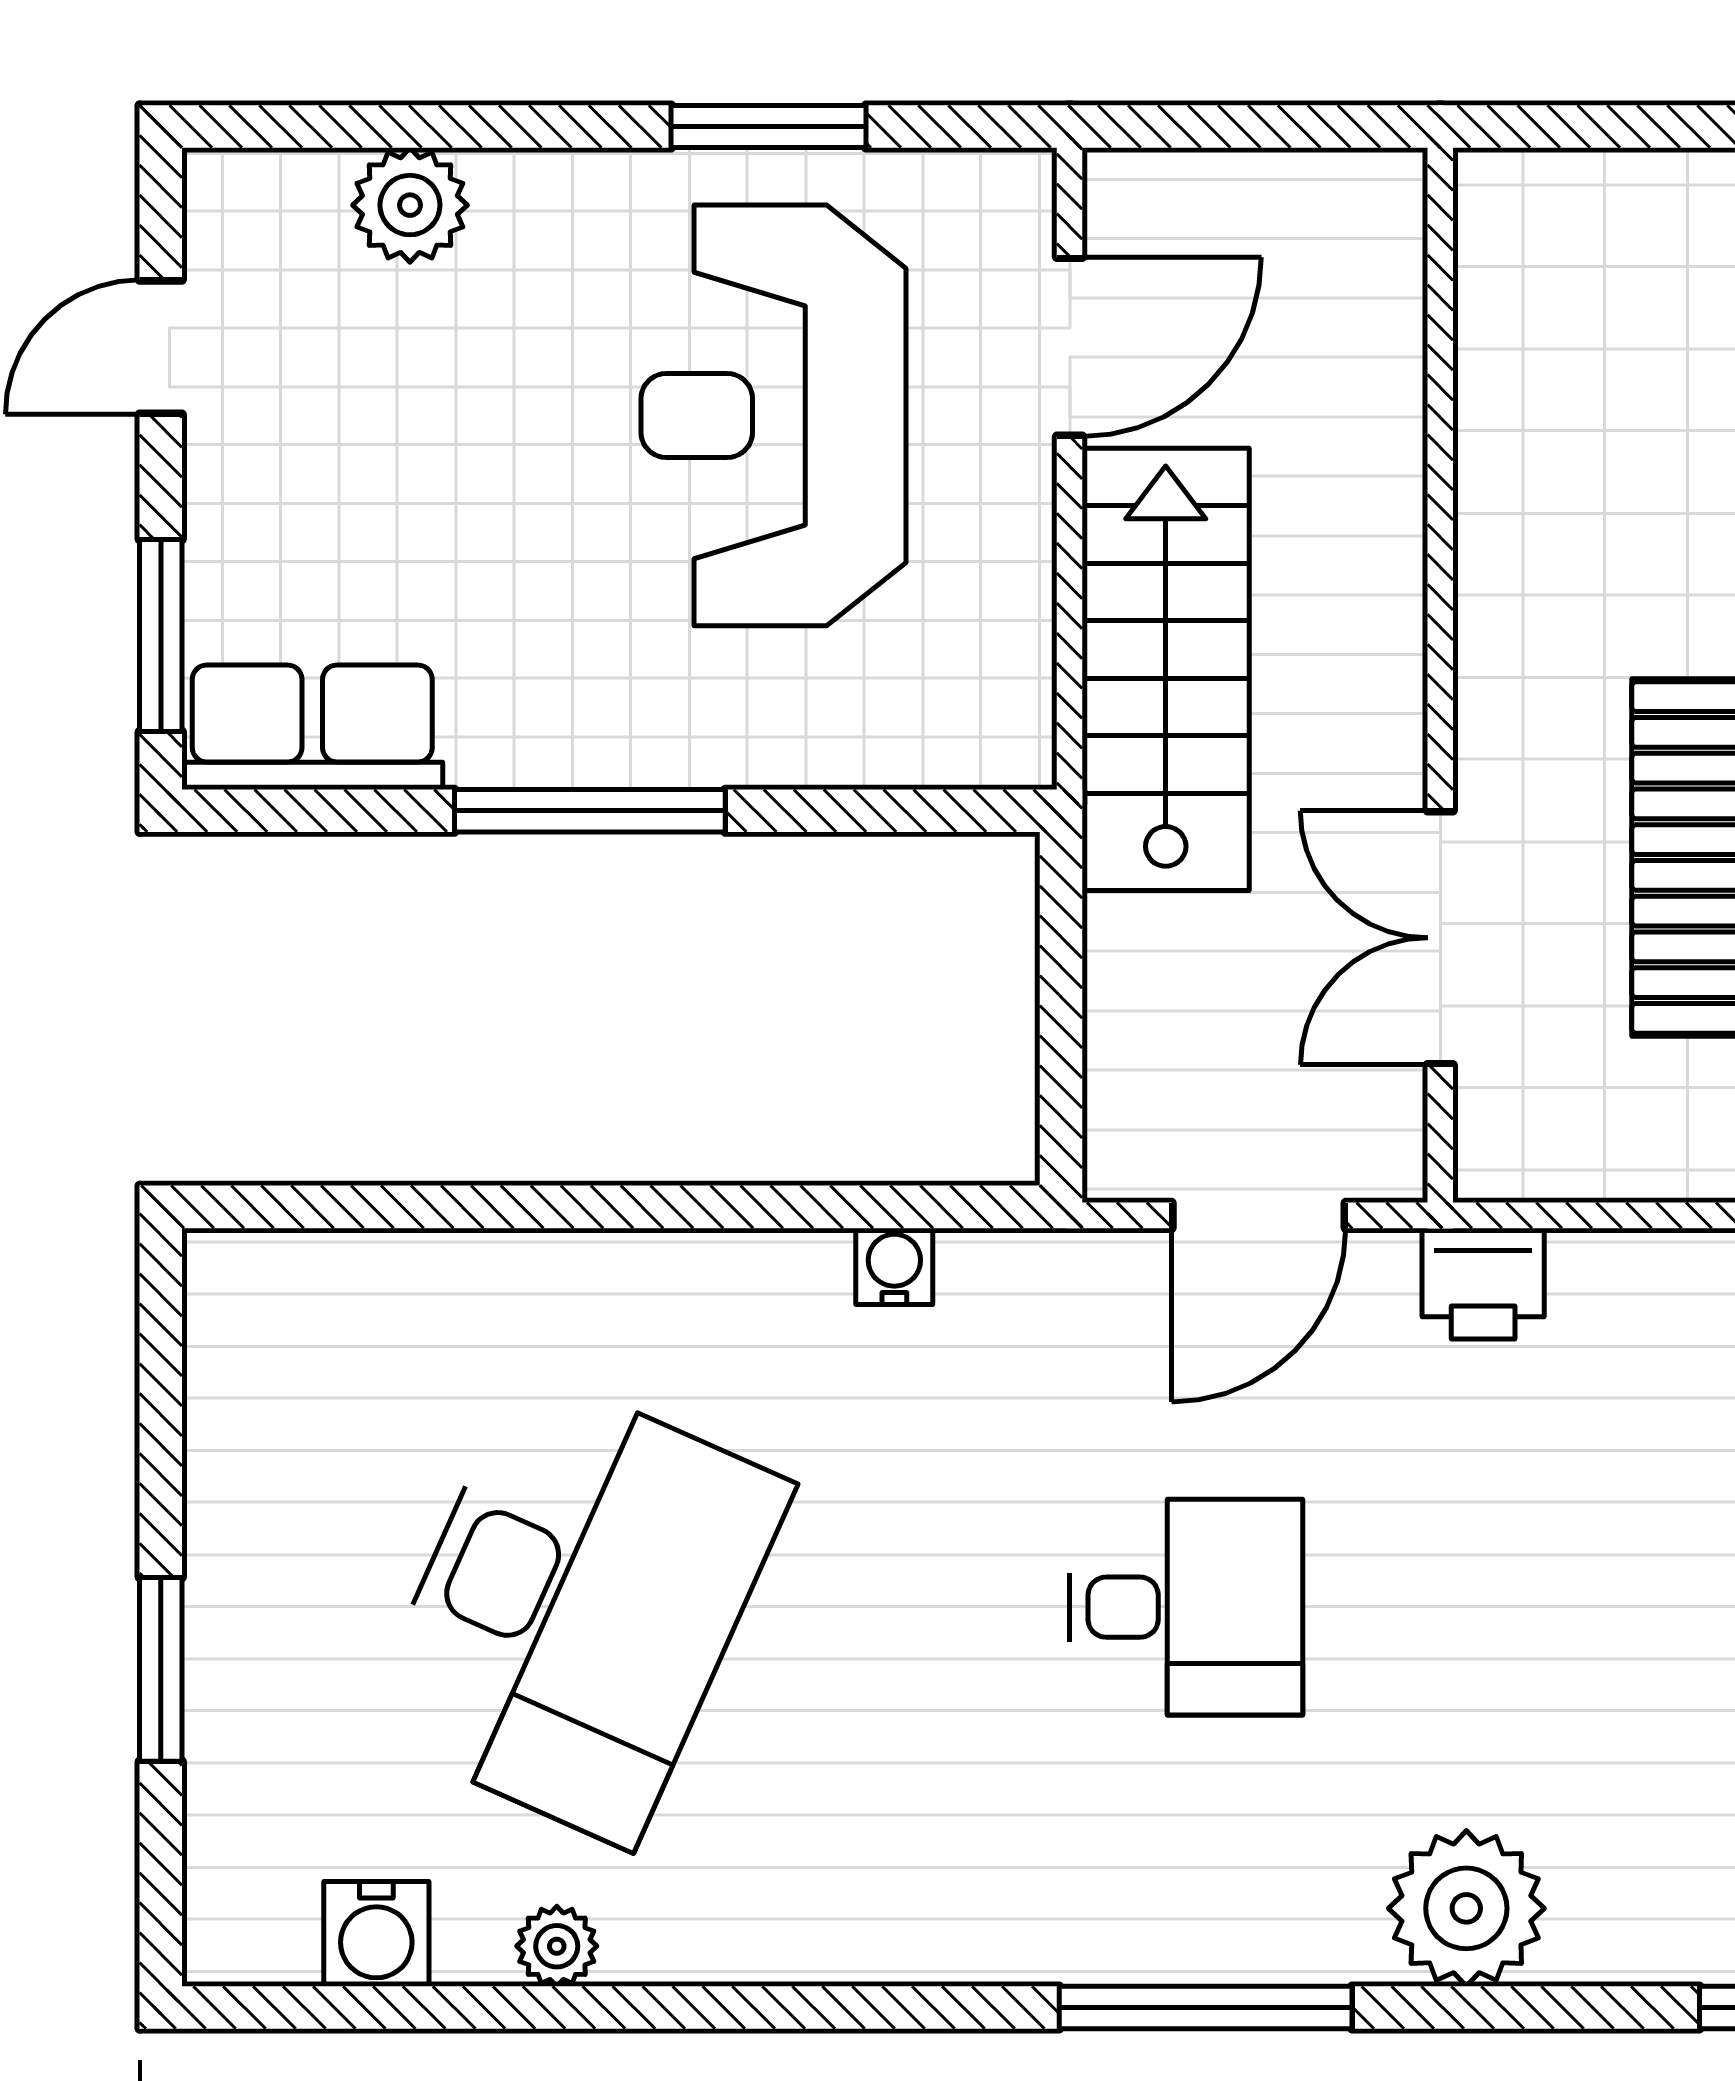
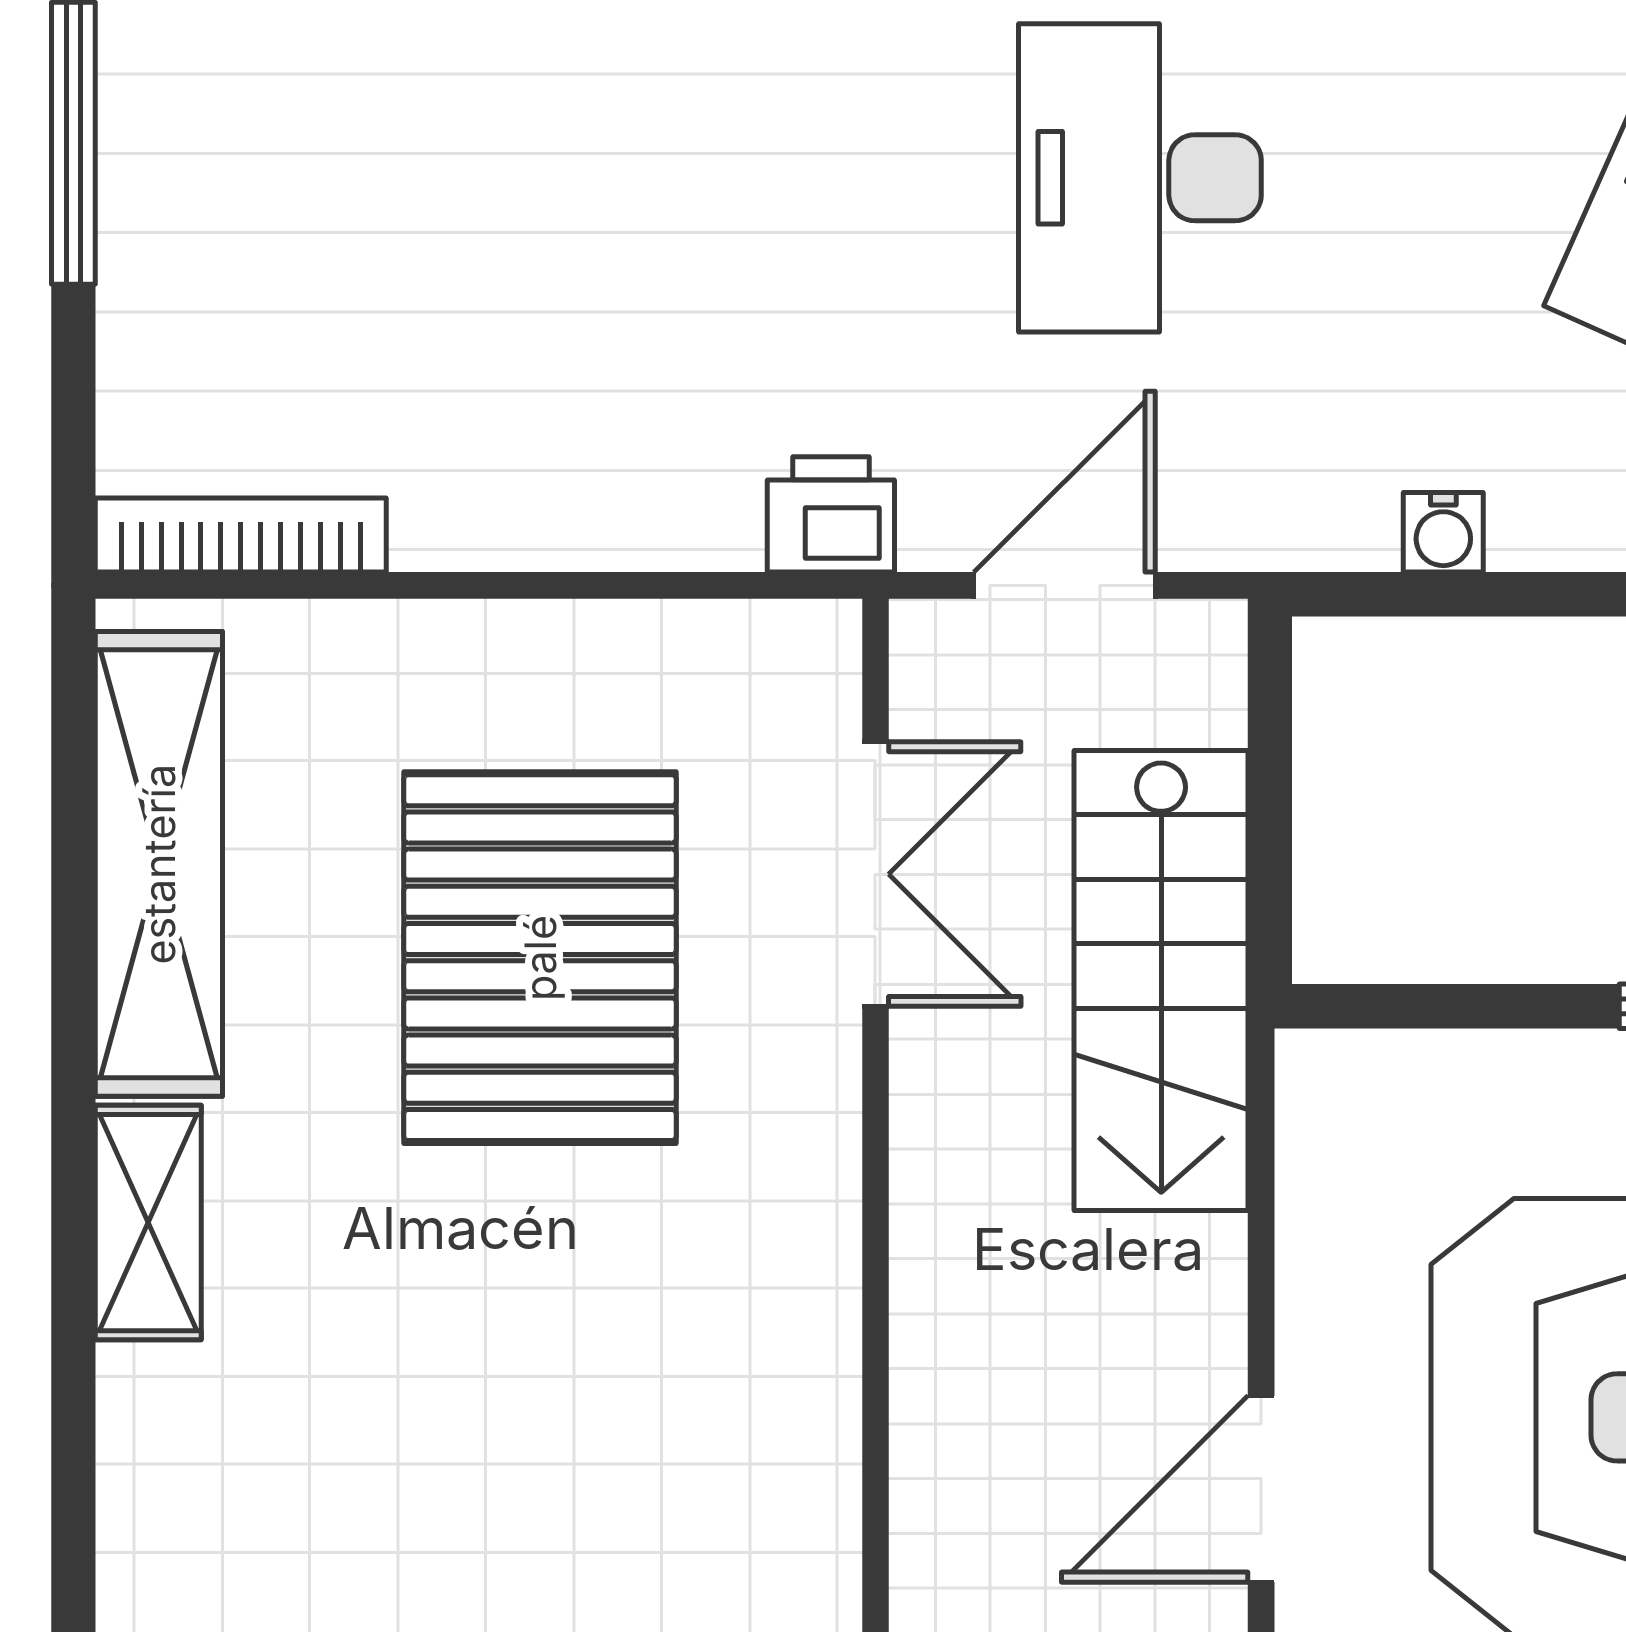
stairs: (1166, 669) -> (1161, 981), moved
desk: (1186, 1607) -> (1140, 178), width x1.37

